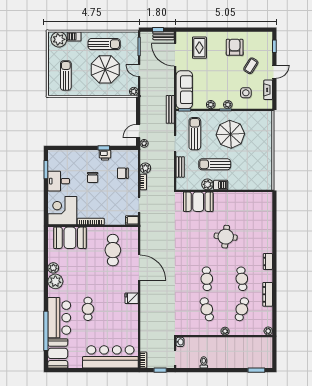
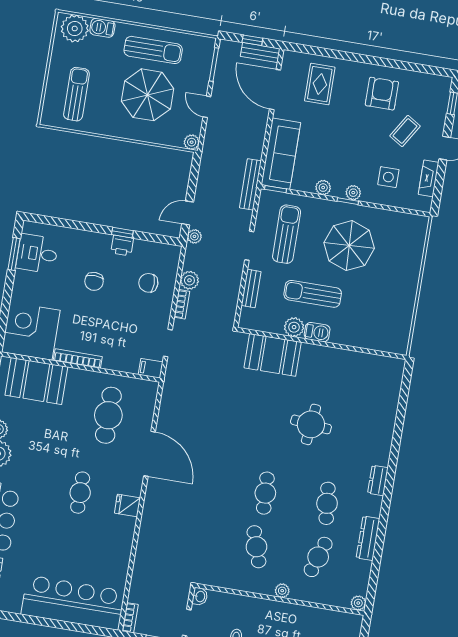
desk: (59, 181) -> (37, 254), moved
cafe table: (88, 309) -> (80, 493), moved

